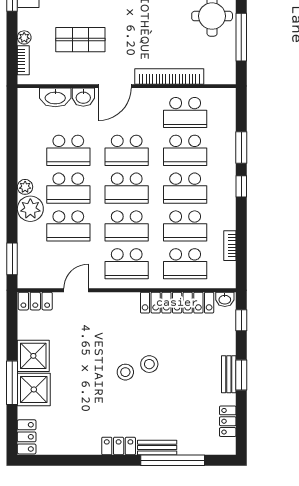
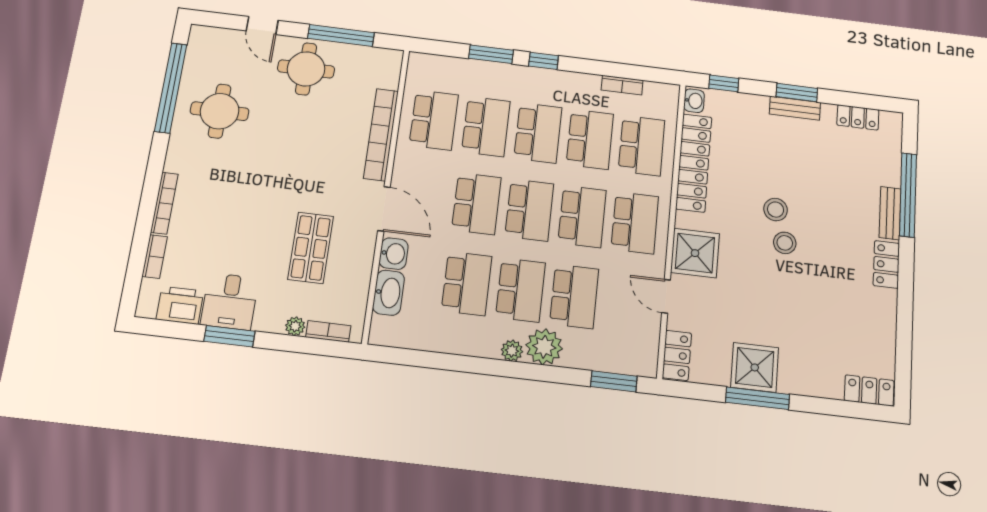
window: (12, 383) -> (758, 398), moved
shower: (34, 389) -> (695, 253), moved

